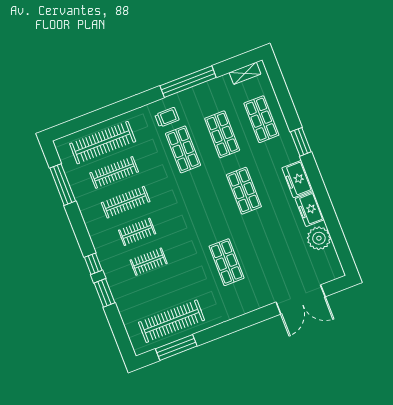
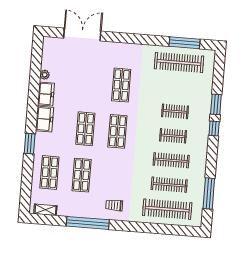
shop shelf: (183, 149) -> (117, 131), moved
plant: (319, 238) -> (45, 75), width x0.53, depth x0.53

